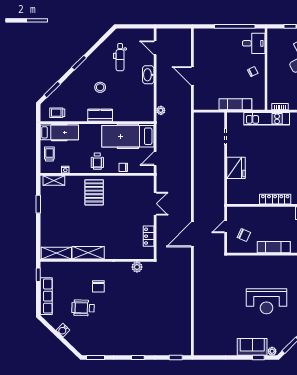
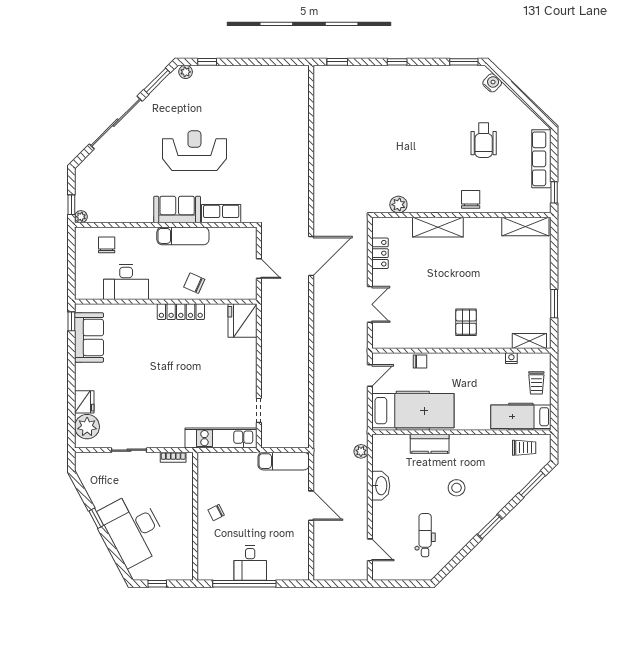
desk: (254, 43) -> (250, 563), moved, turned -90
washbasin: (148, 75) -> (381, 486), moved
exam couch: (235, 104) -> (284, 461), moved
kitchen counter: (100, 115) -> (430, 444), moved
kitchen unit: (267, 119) -> (221, 438), moved
wheelchair: (97, 161) -> (461, 371), removed
fridge: (236, 168) -> (243, 321), moved
pallet: (94, 192) -> (466, 322), width x0.67, depth x0.71
double door: (155, 204) -> (370, 304), swing flipped
door: (226, 226) -> (259, 269), hinge flipped
chair: (244, 235) -> (194, 283), moved
shelving: (88, 253) -> (438, 227), moved
row of seats: (250, 261) -> (221, 214), added
chair: (98, 286) -> (471, 199), moved
wheelchair: (83, 308) -> (484, 140), turned 88
water cooler: (63, 330) -> (492, 83), moved
sofa: (252, 347) -> (177, 209), moved, turned 180

